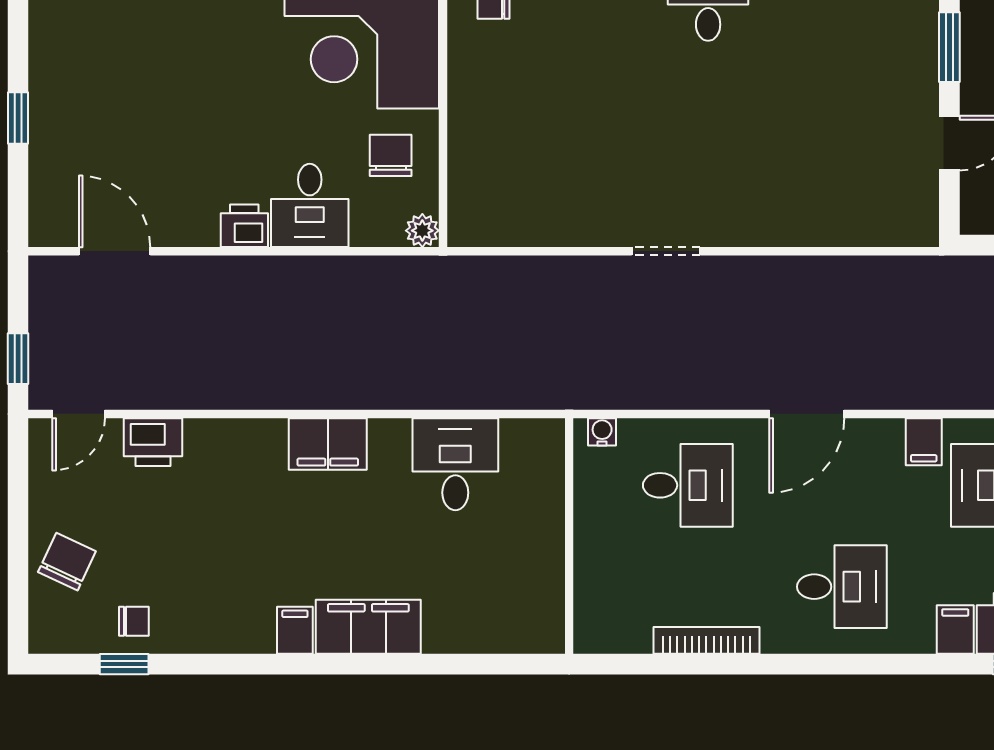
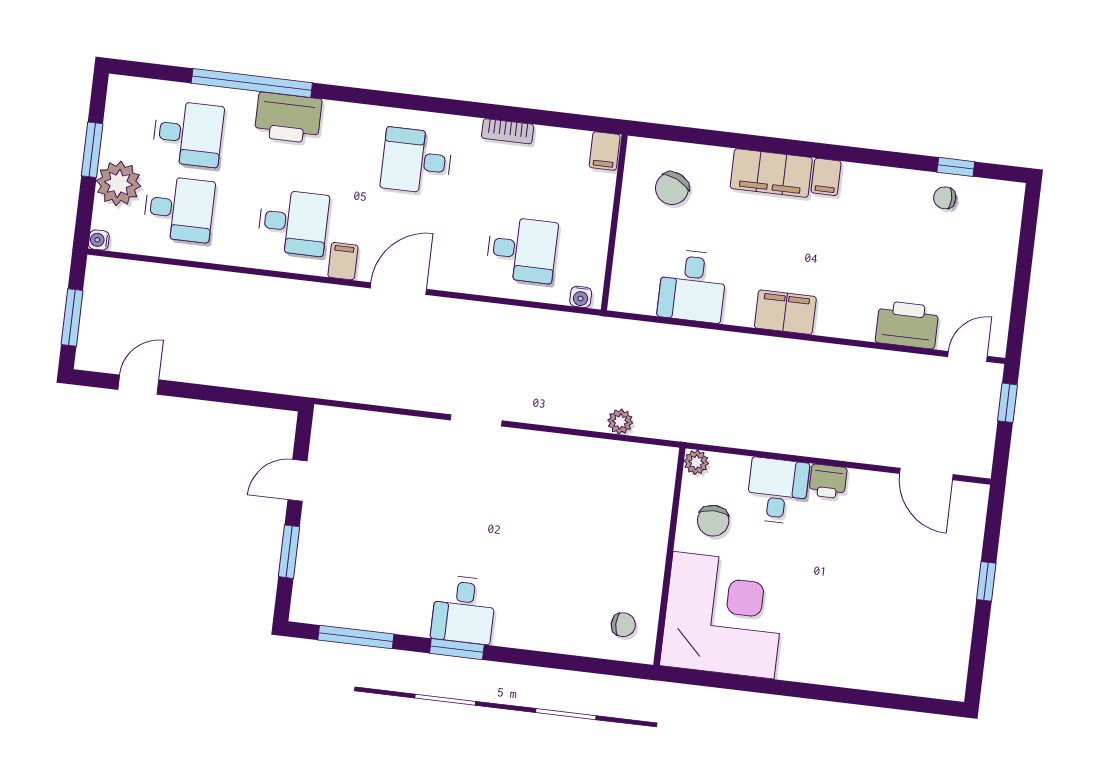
doorway: (666, 251) -> (476, 420), moved
plant: (530, 272) -> (620, 422), added
door: (807, 414) -> (398, 289), moved
printer: (153, 442) -> (907, 325), width x1.37, depth x1.19
desk: (688, 485) -> (522, 250), turned 180
chair: (67, 562) -> (672, 188), moved
filing cabinet: (955, 630) -> (605, 151), moved
bookcase: (706, 640) -> (508, 131), width x0.64

